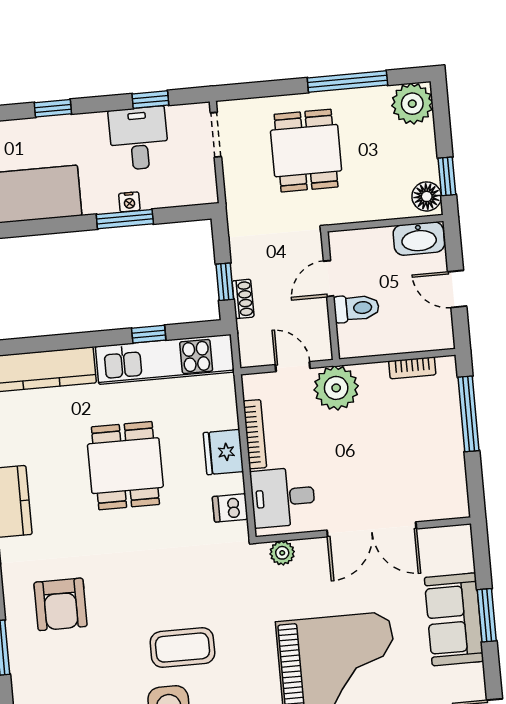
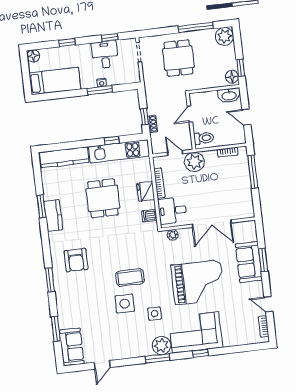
toilet: (356, 308) -> (204, 138), moved

